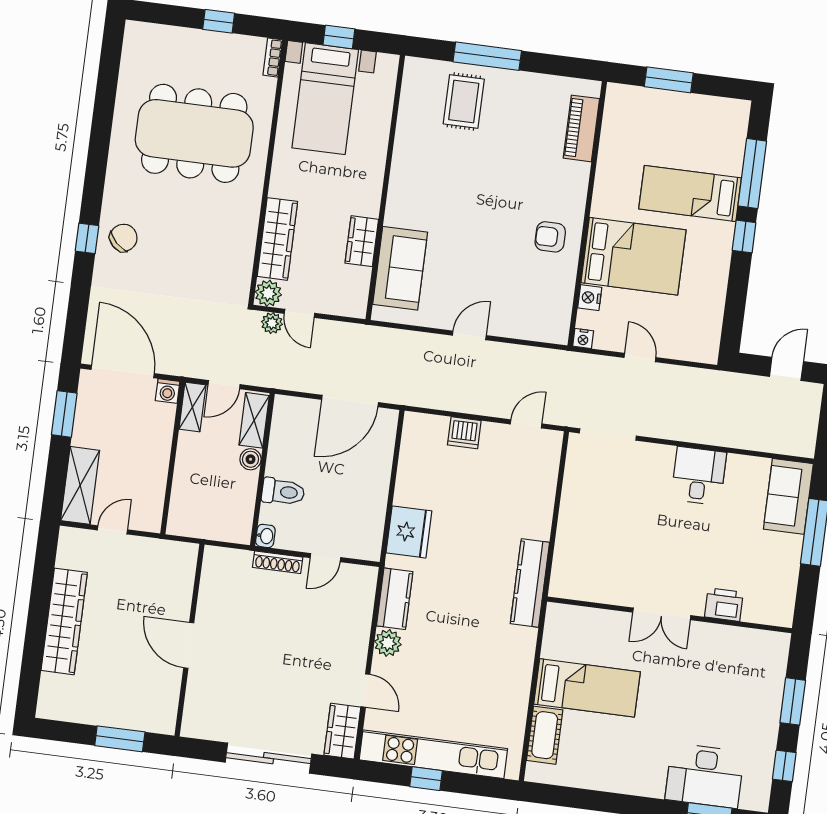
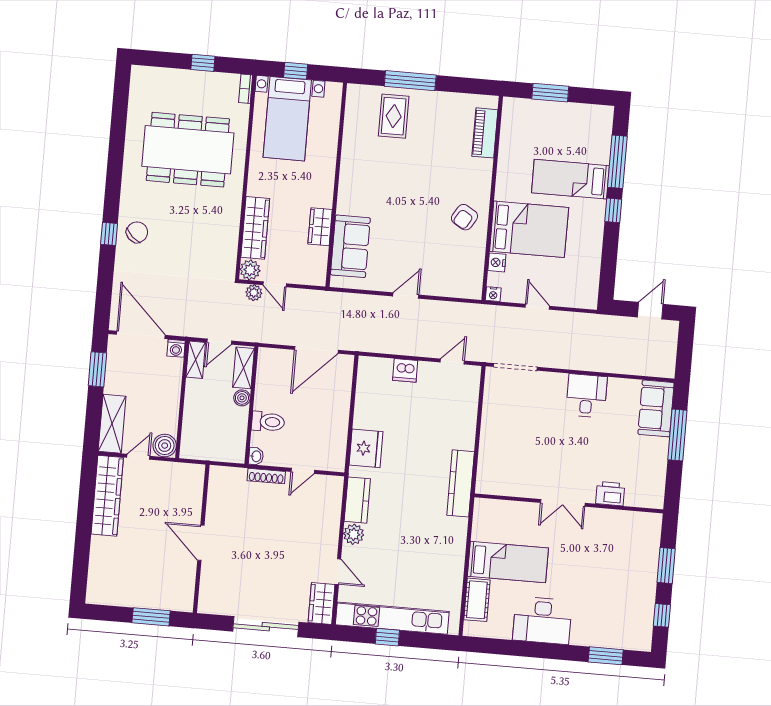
armchair: (550, 237) -> (465, 217), turned -59
boiler: (147, 517) -> (165, 446), added
wardrobe: (64, 621) -> (107, 496), moved
desk: (705, 776) -> (542, 620), moved

